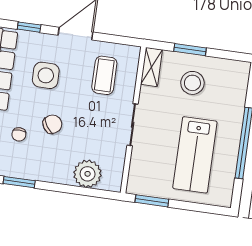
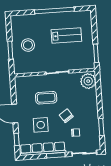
shelving: (152, 67) -> (24, 69), removed
coffee table: (104, 75) -> (46, 98), moved
lab bench: (195, 155) -> (66, 35), width x0.73, depth x0.72
plant: (88, 174) -> (88, 81), moved

